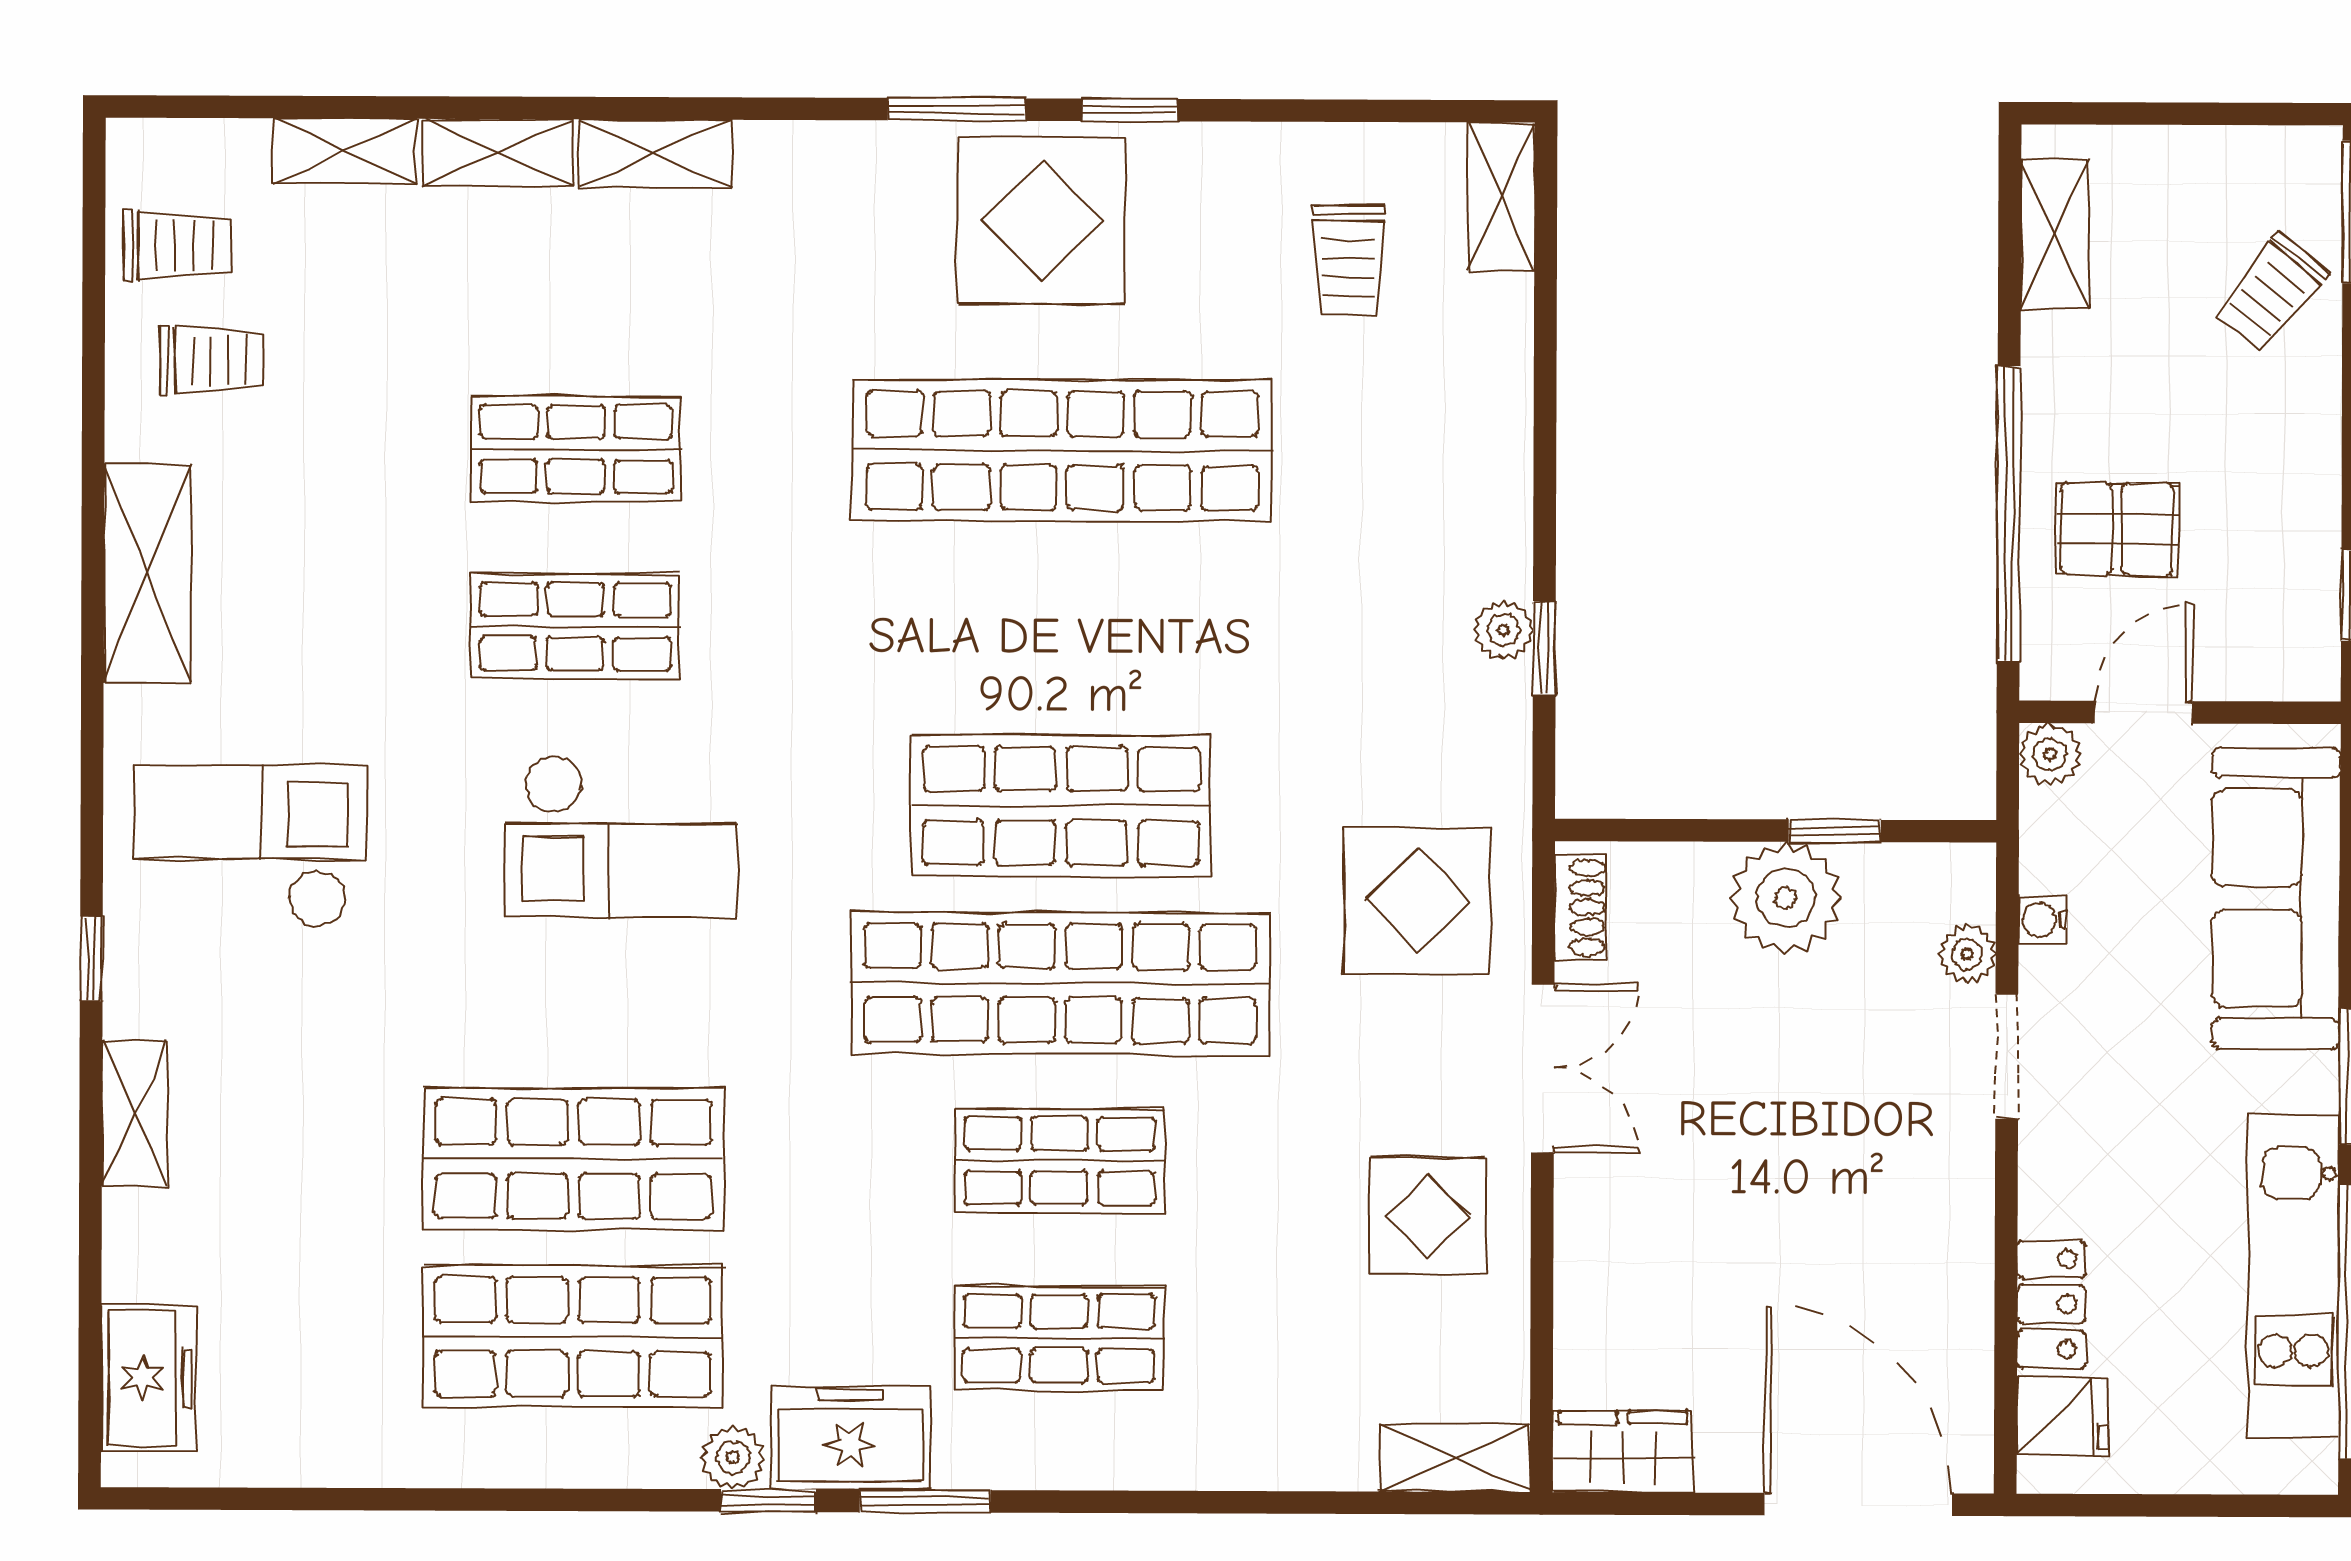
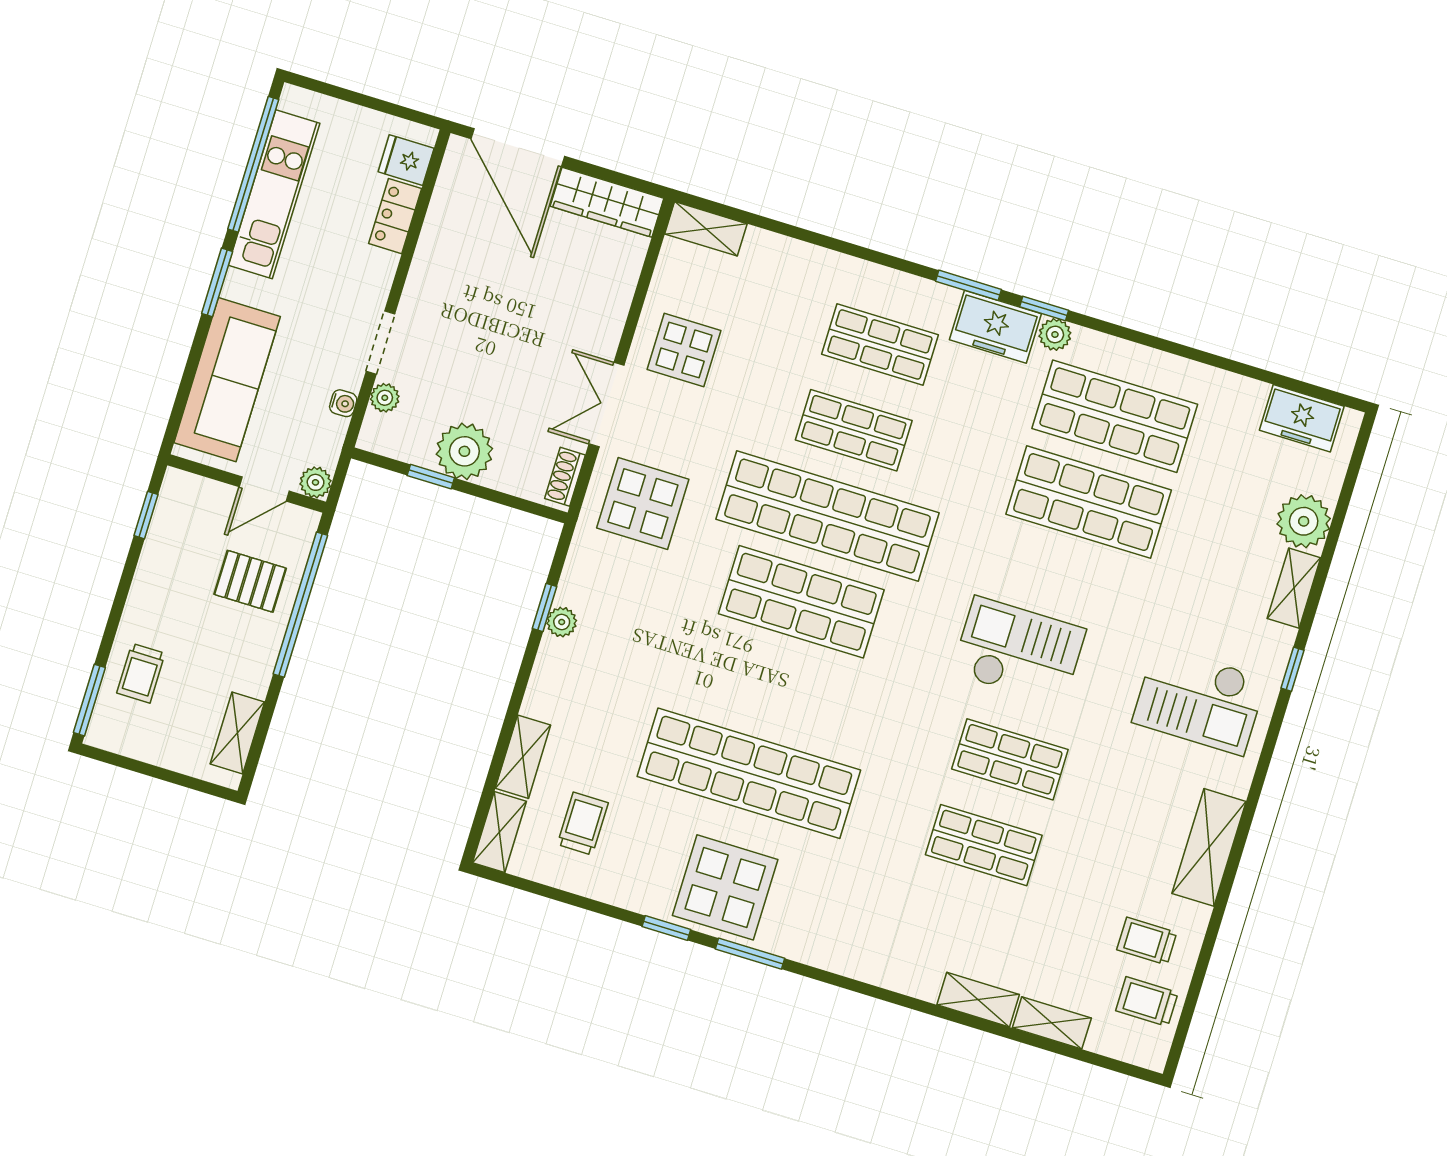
shelving: (655, 154) -> (523, 757), moved, turned 90
trolley: (2272, 292) -> (141, 673), turned 141
plant: (155, 1246) -> (1304, 521), added
freezer: (149, 1378) -> (1302, 418), moved, turned -90
wardrobe: (1623, 1452) -> (607, 202), width x1.50

